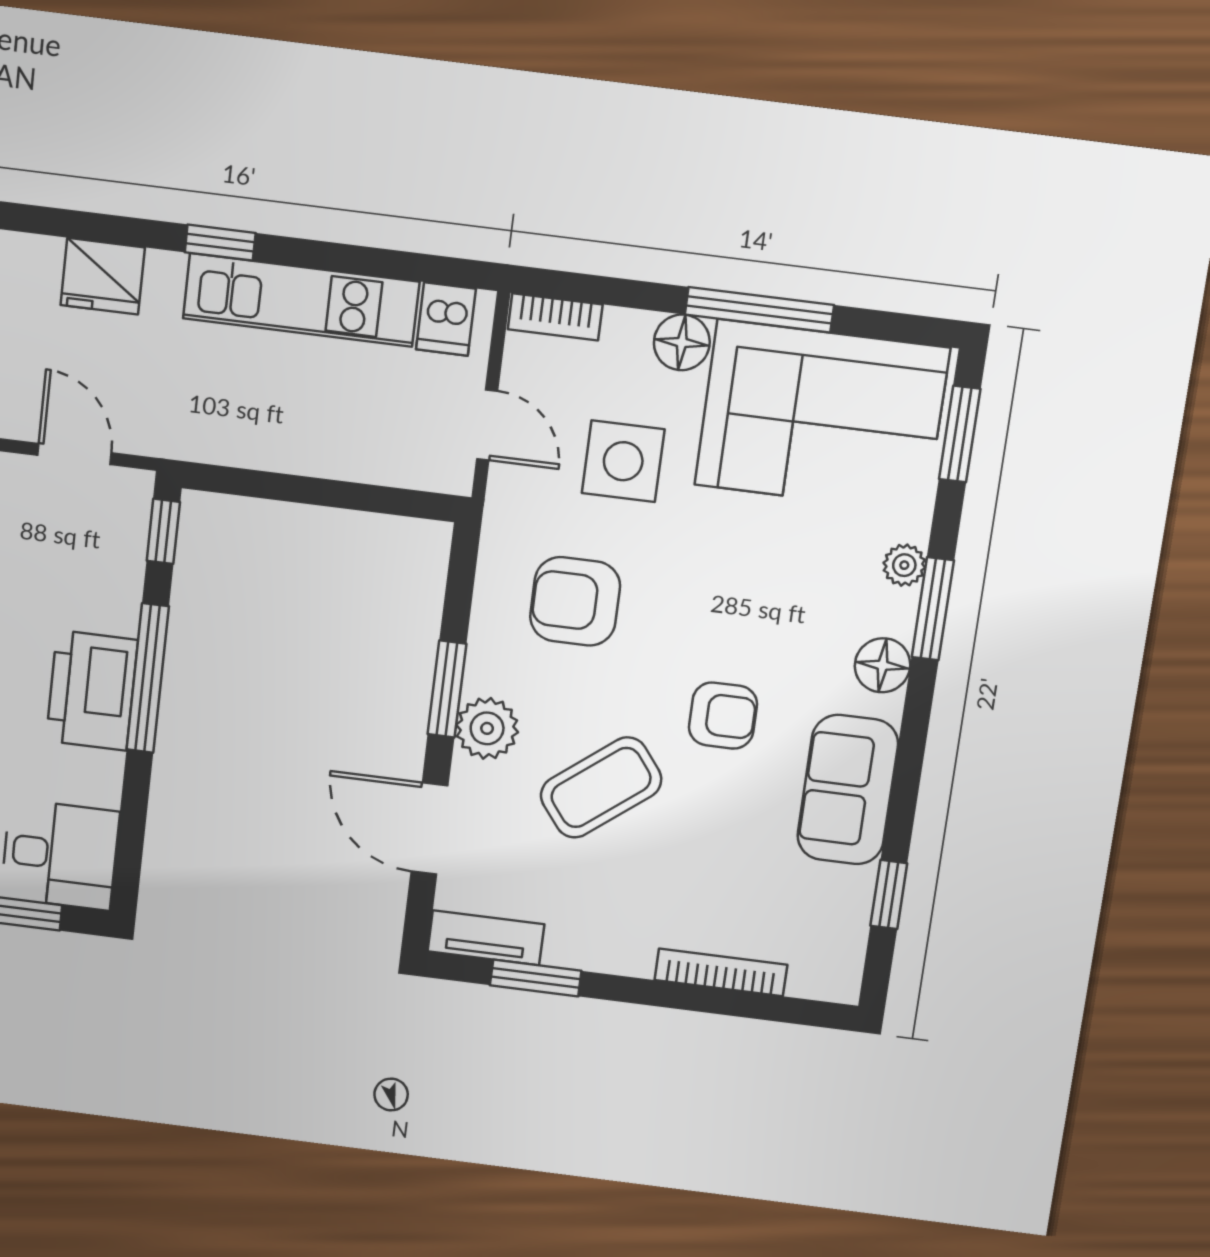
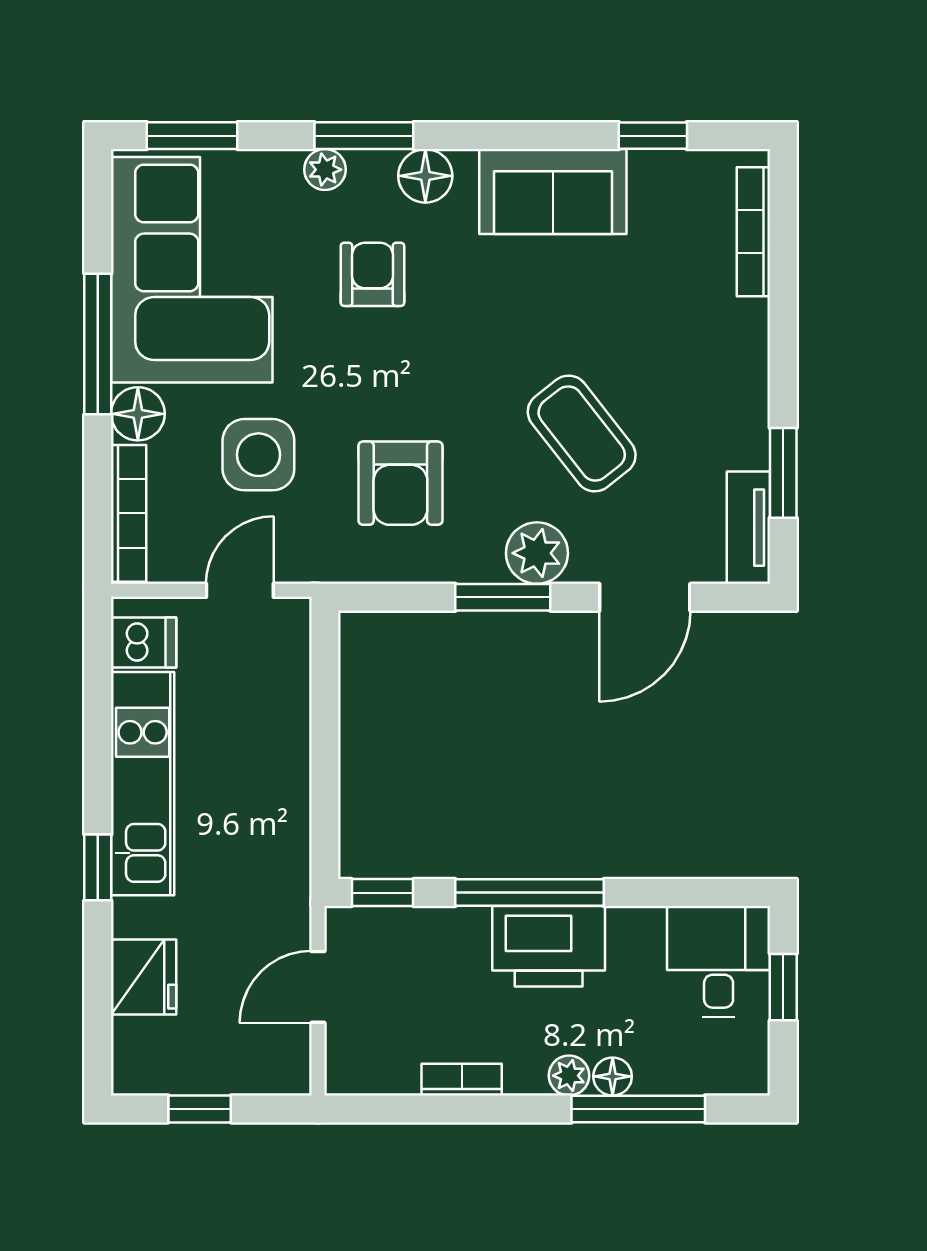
bookcase: (555, 317) -> (129, 513), width x1.56
armchair: (723, 716) -> (372, 274), moved
bookcase: (721, 972) -> (753, 232), moved

